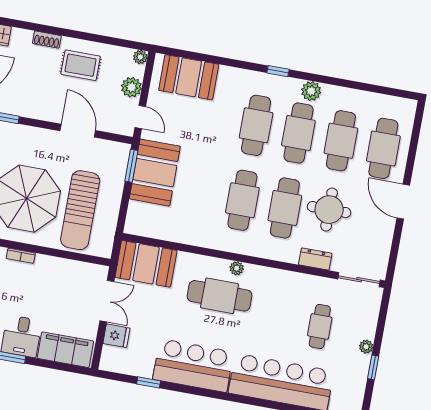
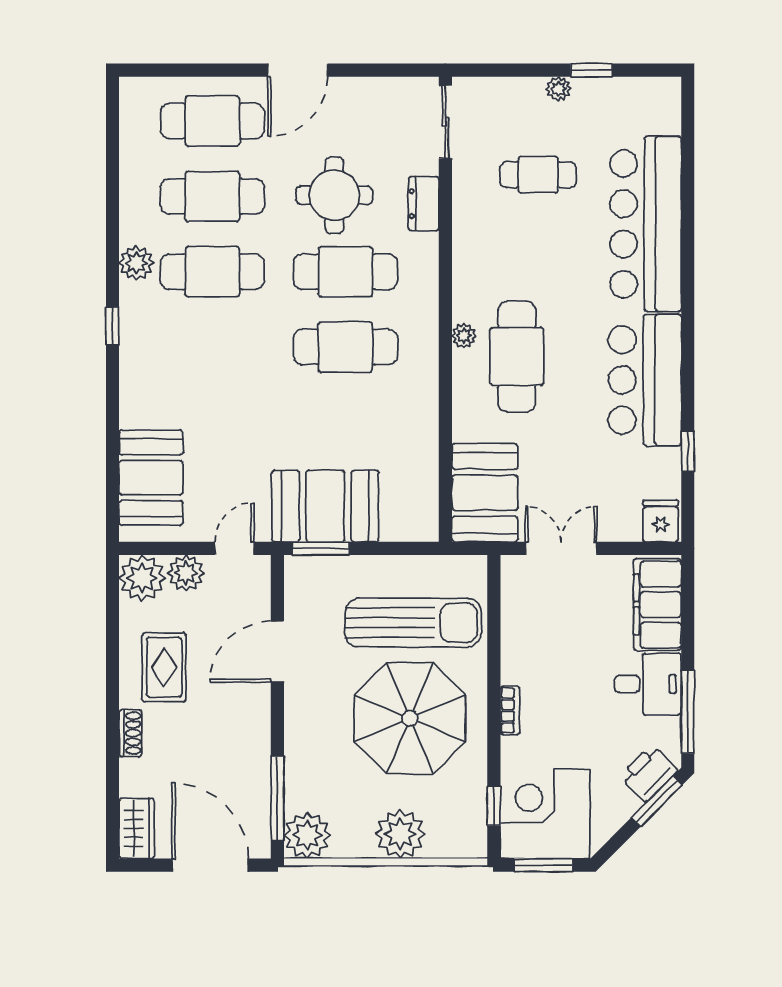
plant: (140, 57) -> (142, 578), width x1.88, depth x1.88
cafe table: (256, 125) -> (212, 347), removed
fridge: (117, 336) -> (661, 521), moved

